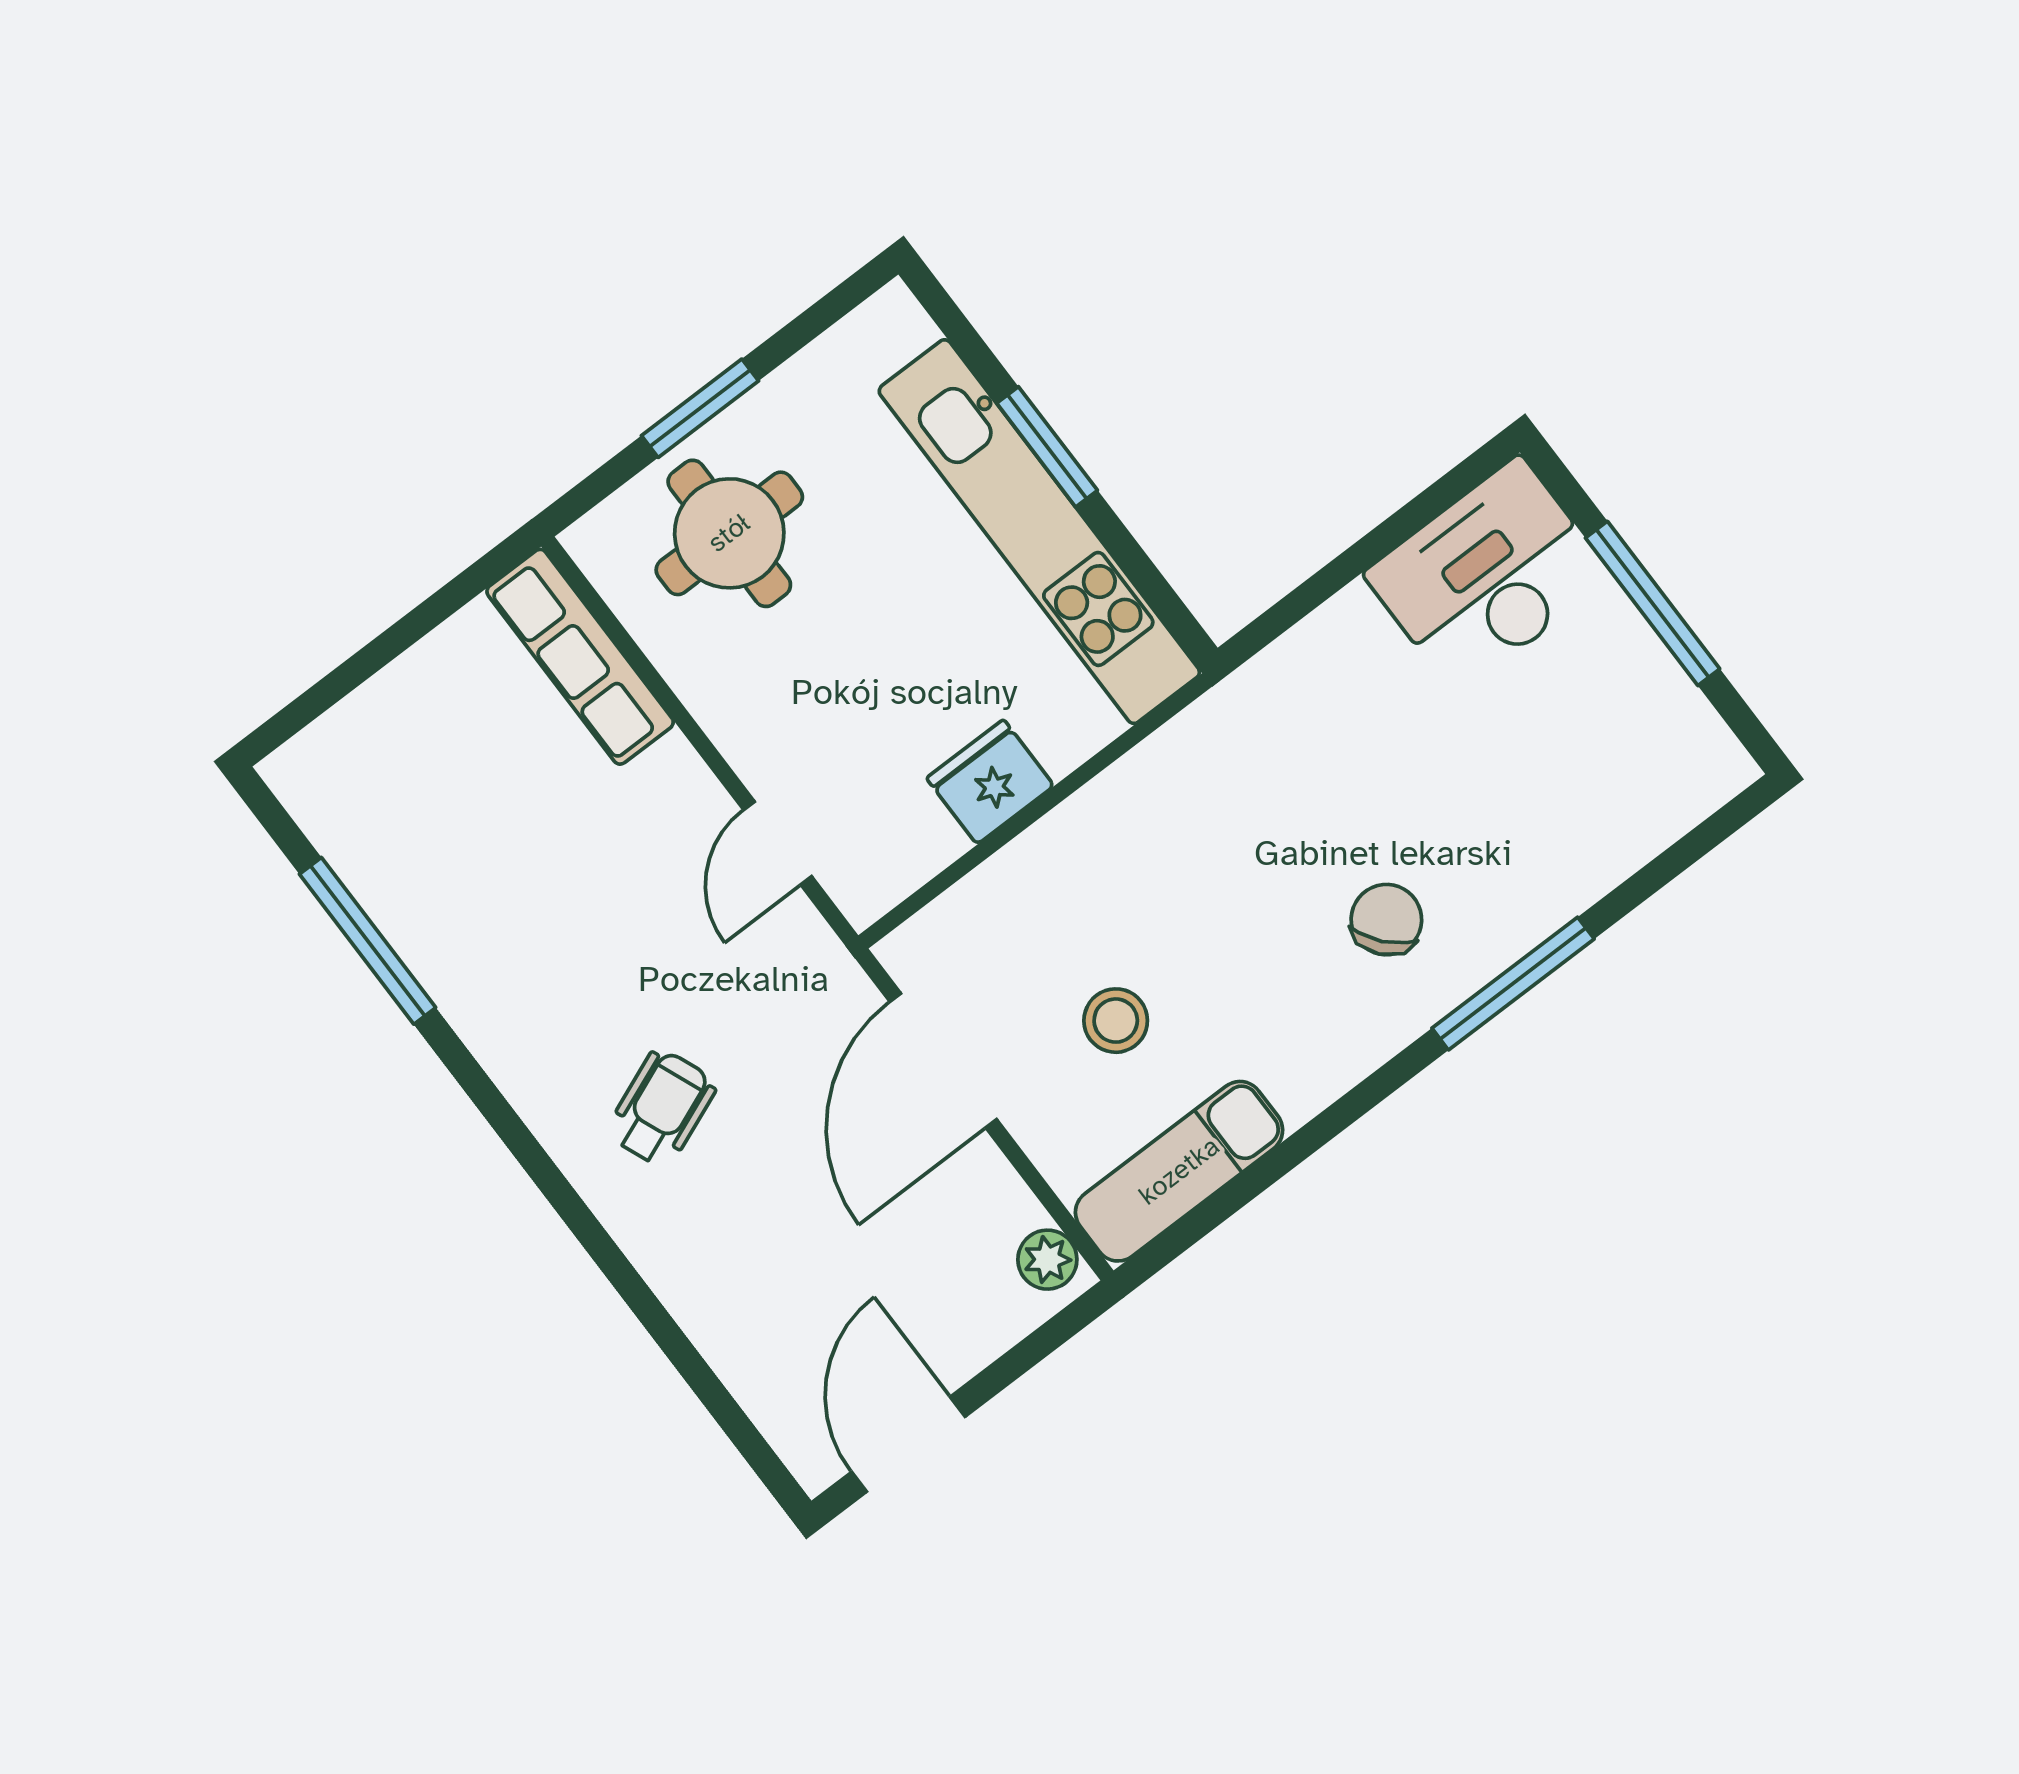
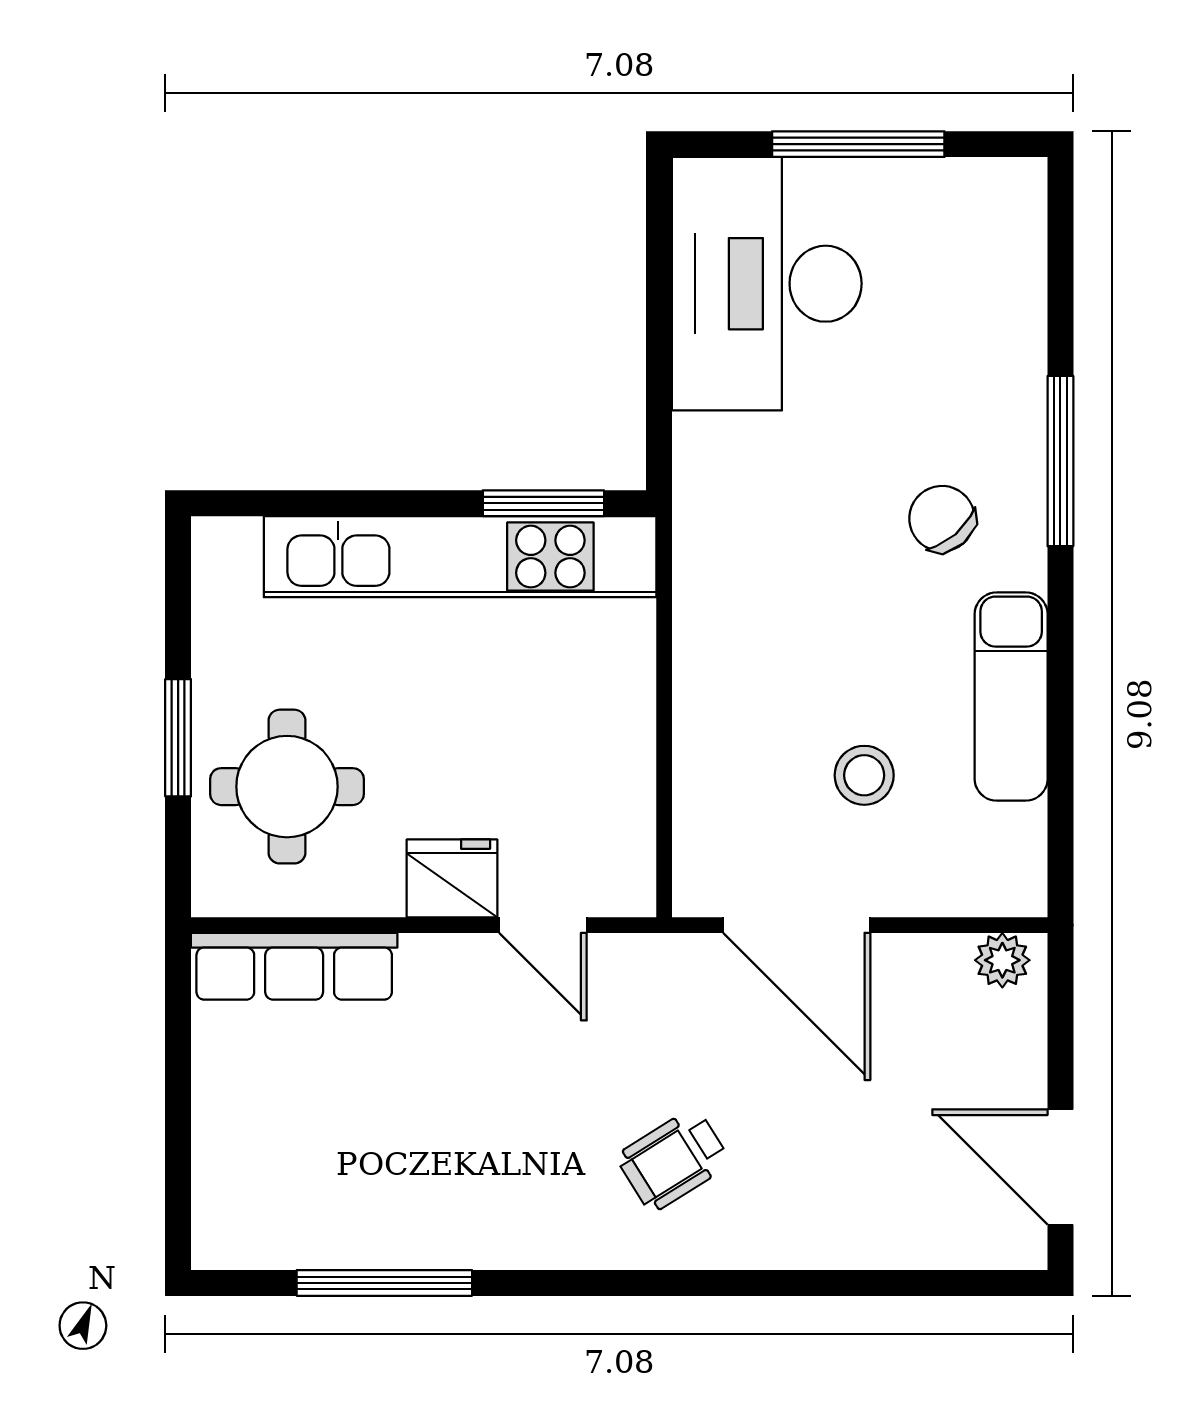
window: (1047, 447) -> (543, 503), moved
desk: (1488, 575) -> (767, 284), width x1.36, depth x1.30
fridge: (990, 782) -> (452, 878), moved, turned 90
wheelchair: (662, 1108) -> (673, 1160), turned -100
exam couch: (1179, 1171) -> (1011, 697), moved

